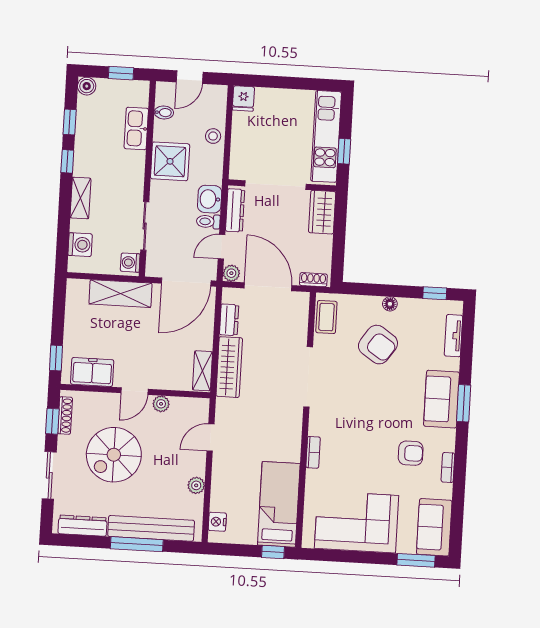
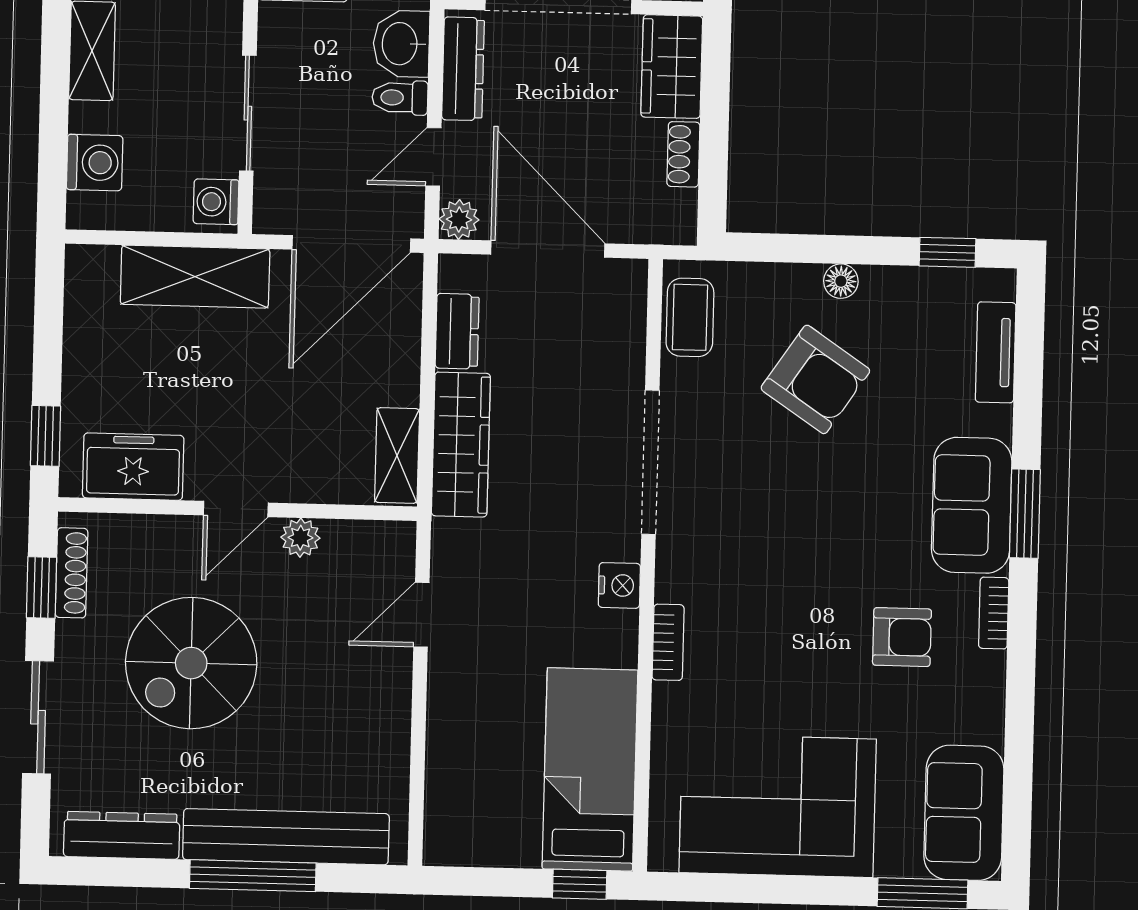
shoe rack: (313, 280) -> (683, 154), moved, turned -90
bookcase: (448, 468) -> (994, 613), moved
plant: (196, 485) -> (391, 730), removed
nightstand: (217, 522) -> (619, 585), moved, turned 180

